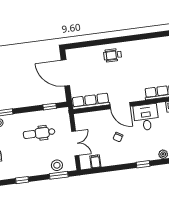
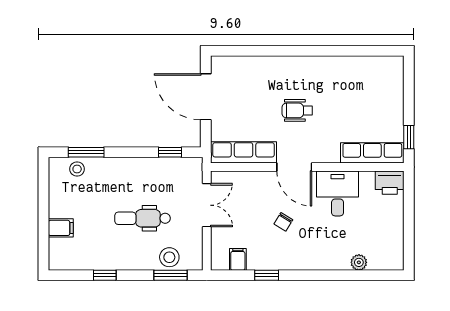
wheelchair: (113, 55) -> (297, 110), moved
dental chair: (39, 133) -> (142, 218), moved
double door: (75, 143) -> (207, 205), moved
window: (143, 164) -> (267, 275), moved

